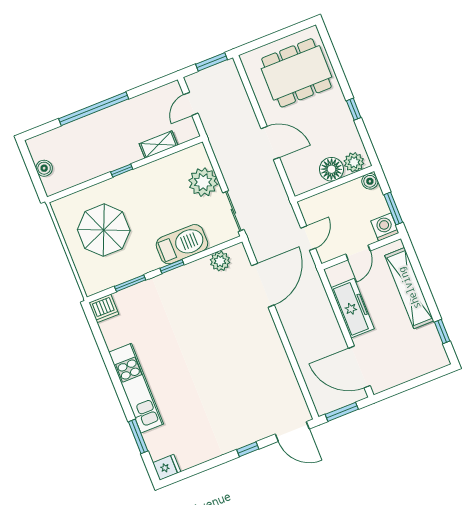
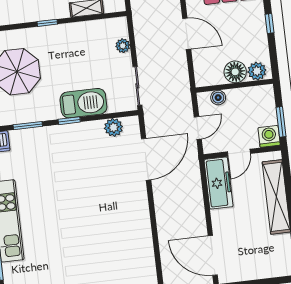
boiler: (370, 181) -> (218, 98), moved
plant: (203, 182) -> (123, 46), width x0.53, depth x0.53
freezer: (353, 308) -> (219, 183), moved

